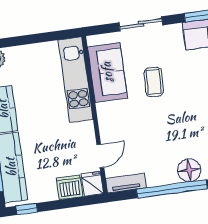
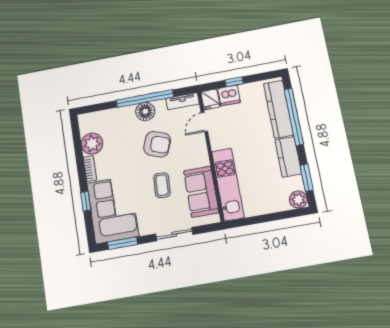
armchair: (158, 132) -> (157, 144), added
floor lamp: (189, 170) -> (145, 111), moved
window: (27, 209) -> (234, 82), moved

